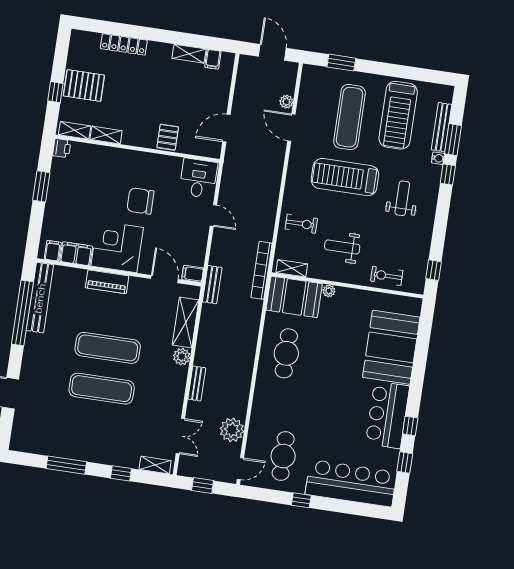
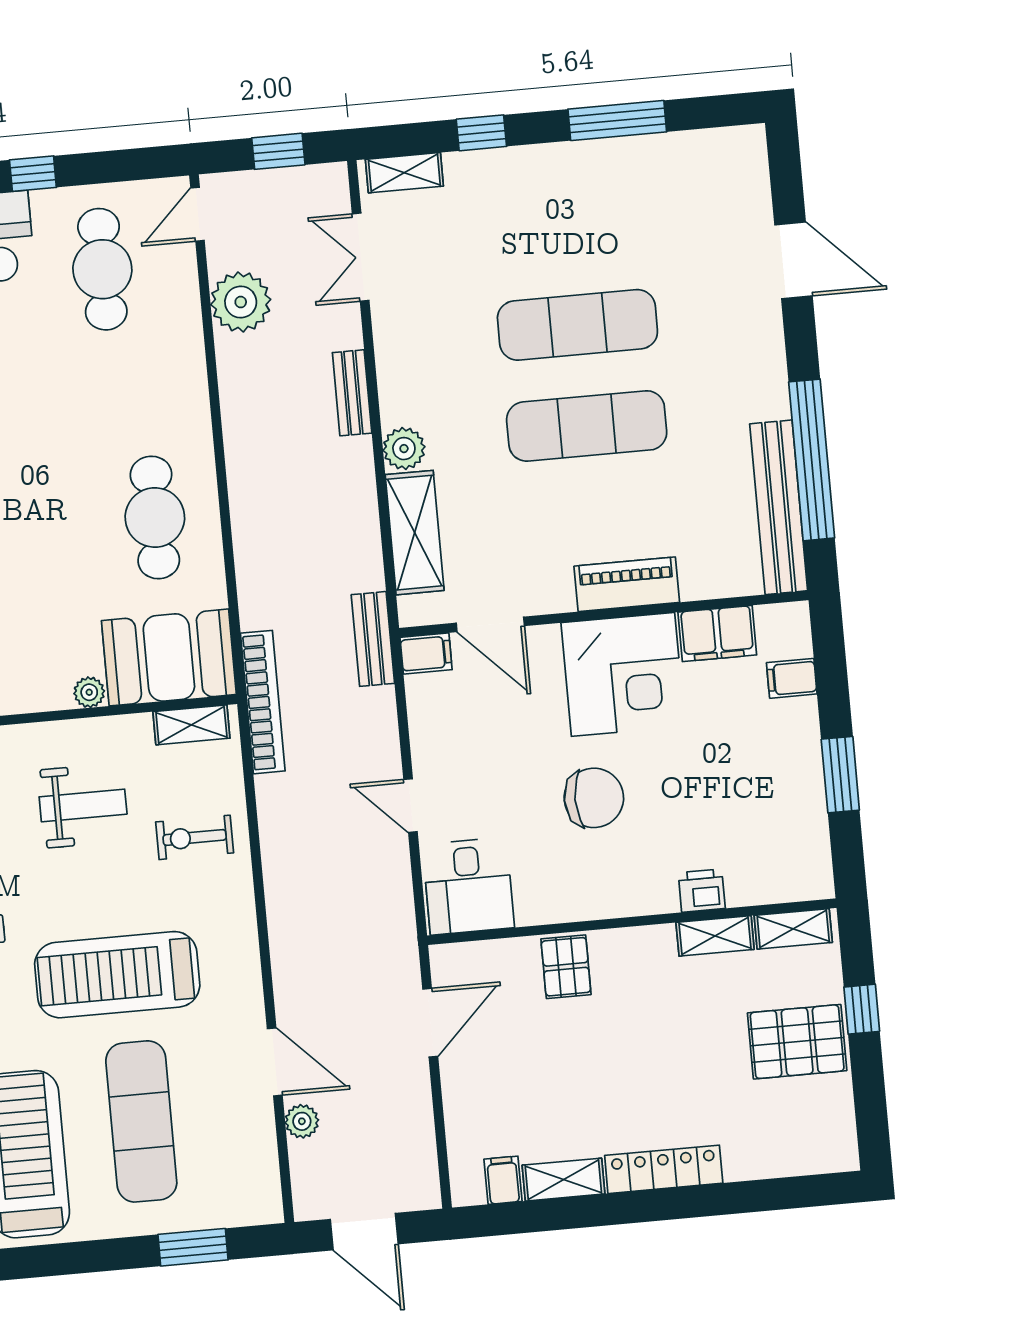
locker: (124, 44) -> (664, 1169), moved
printer: (62, 148) -> (702, 891), moved, turned 90
treadmill: (345, 177) -> (117, 975), turned 180
filing cabinet: (53, 251) -> (792, 678), moved, turned 90

